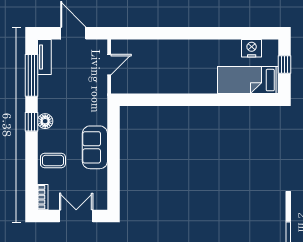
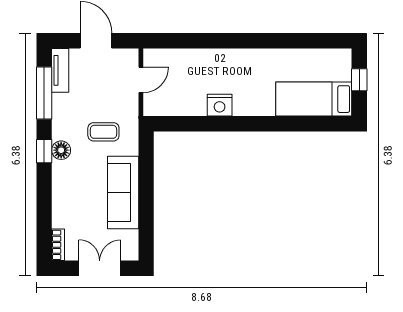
nightstand: (252, 48) -> (220, 105), moved, turned 180
sofa: (95, 147) -> (123, 193), width x1.36
coffee table: (53, 161) -> (103, 132), moved

